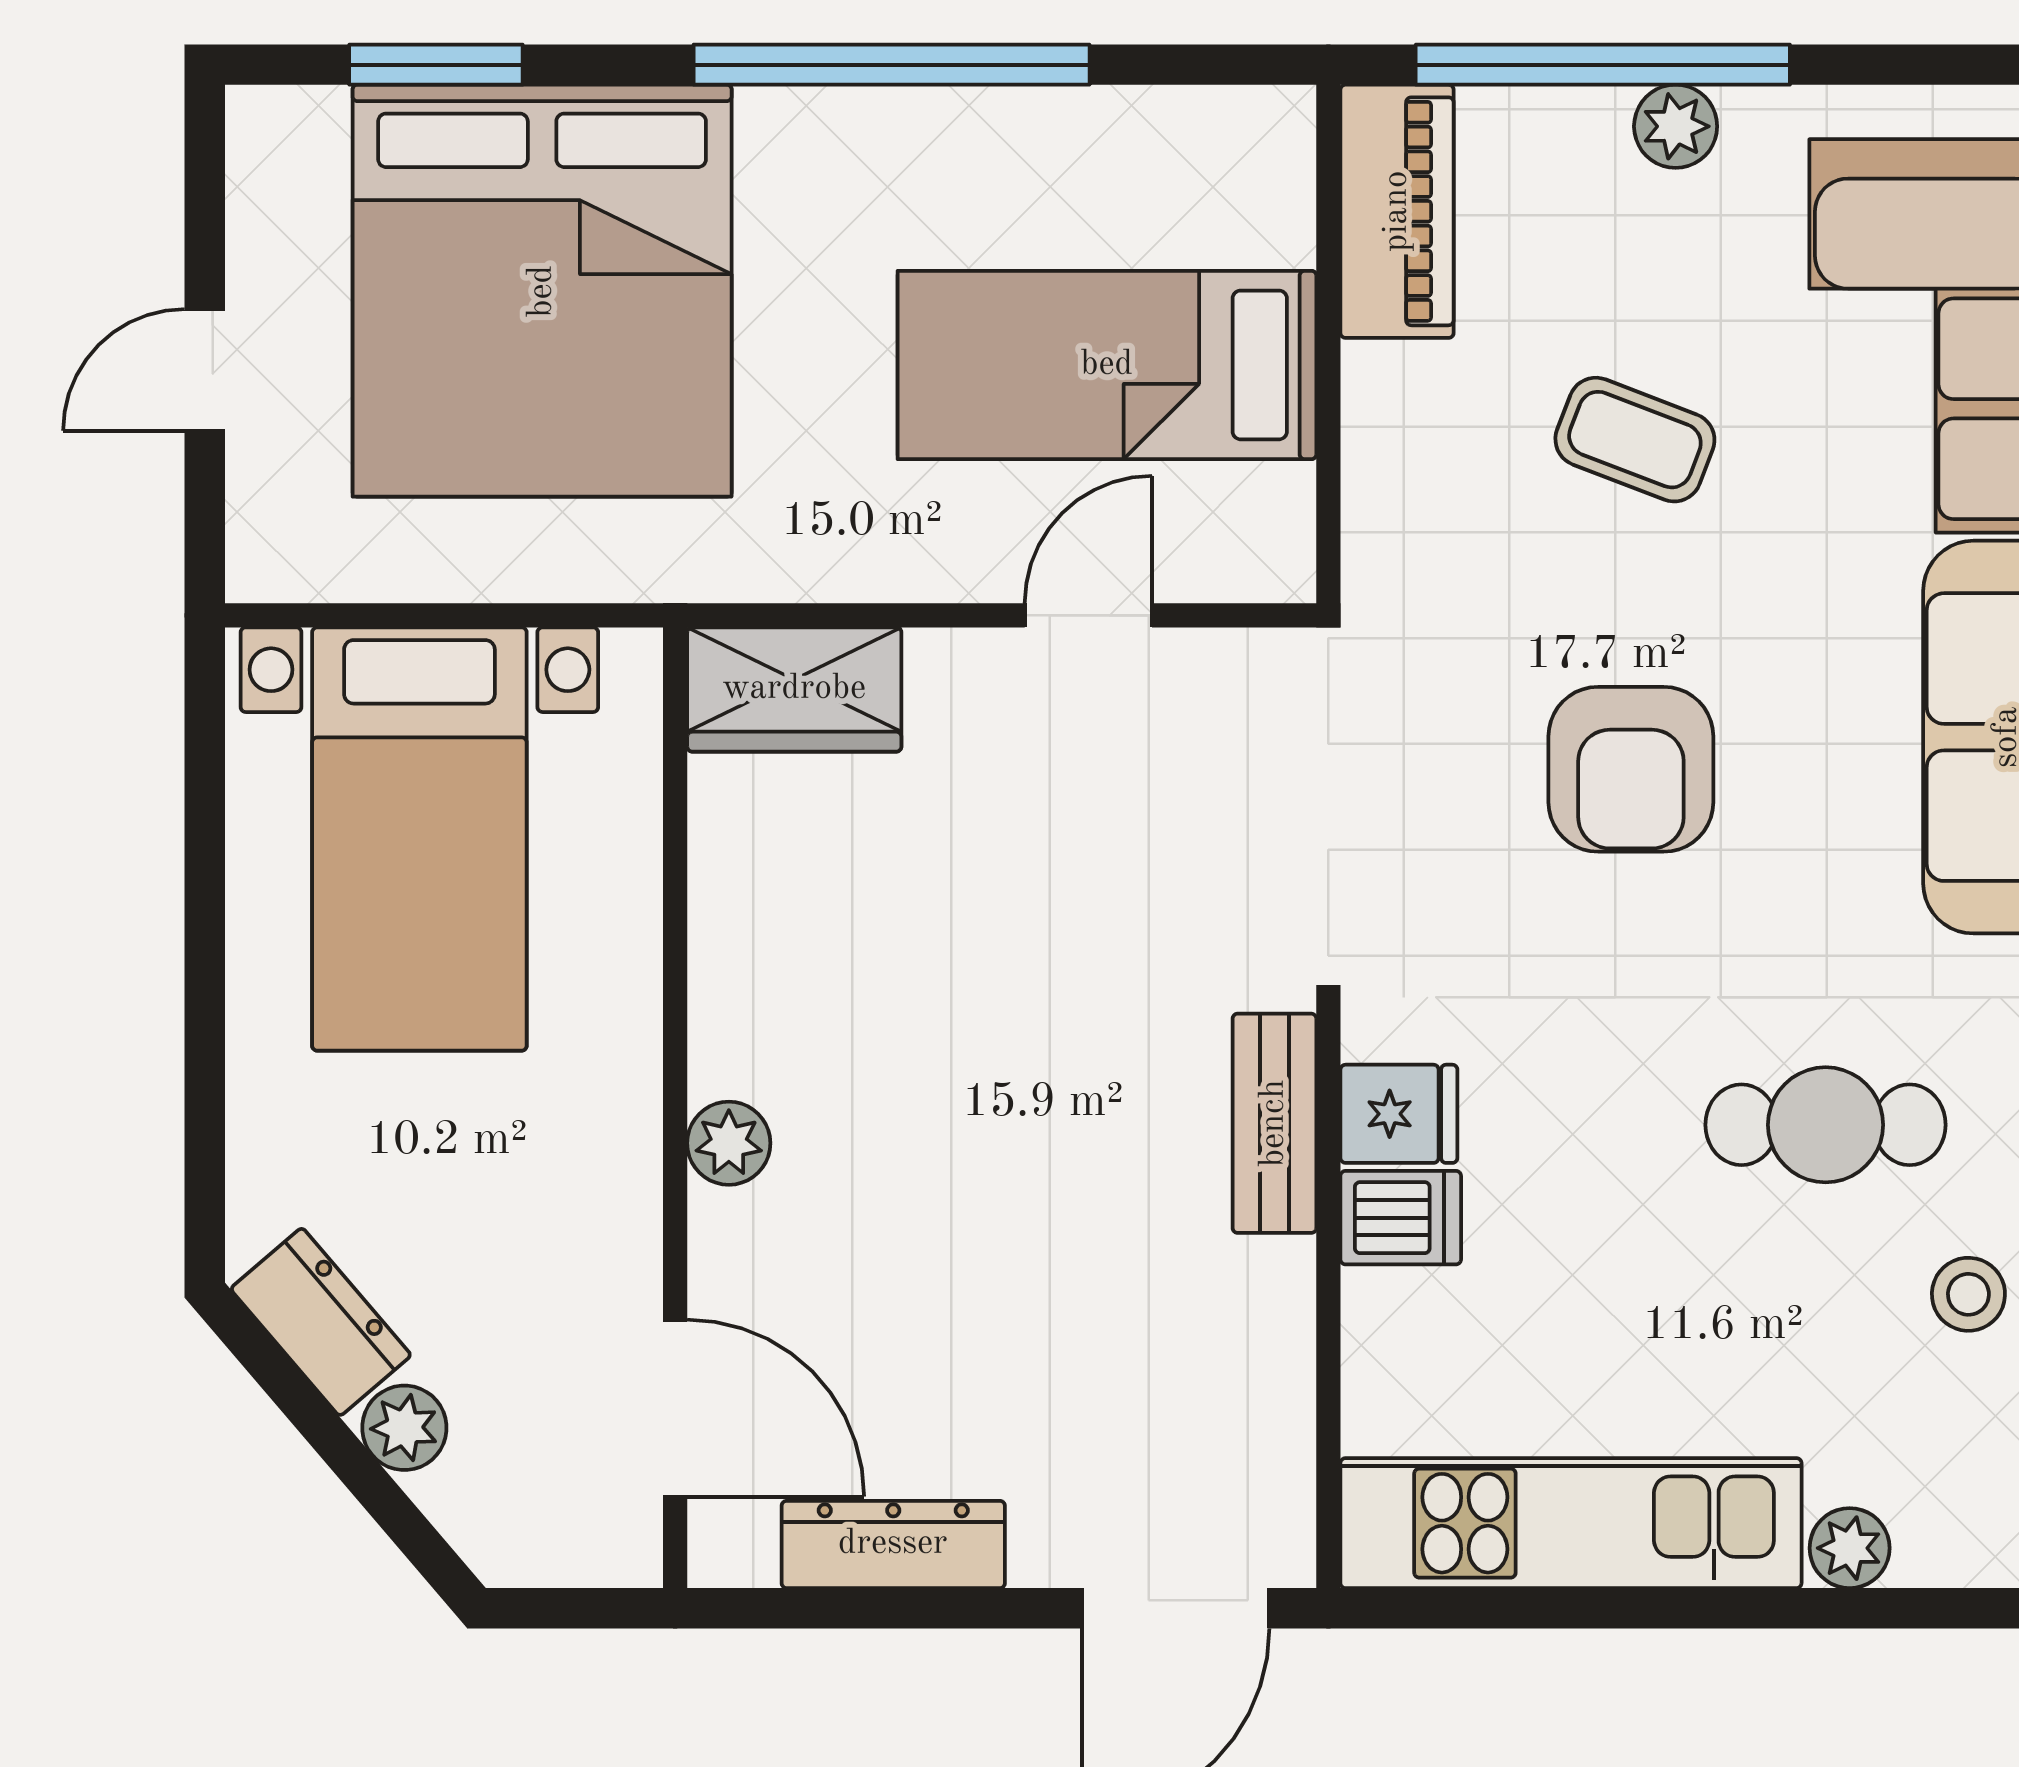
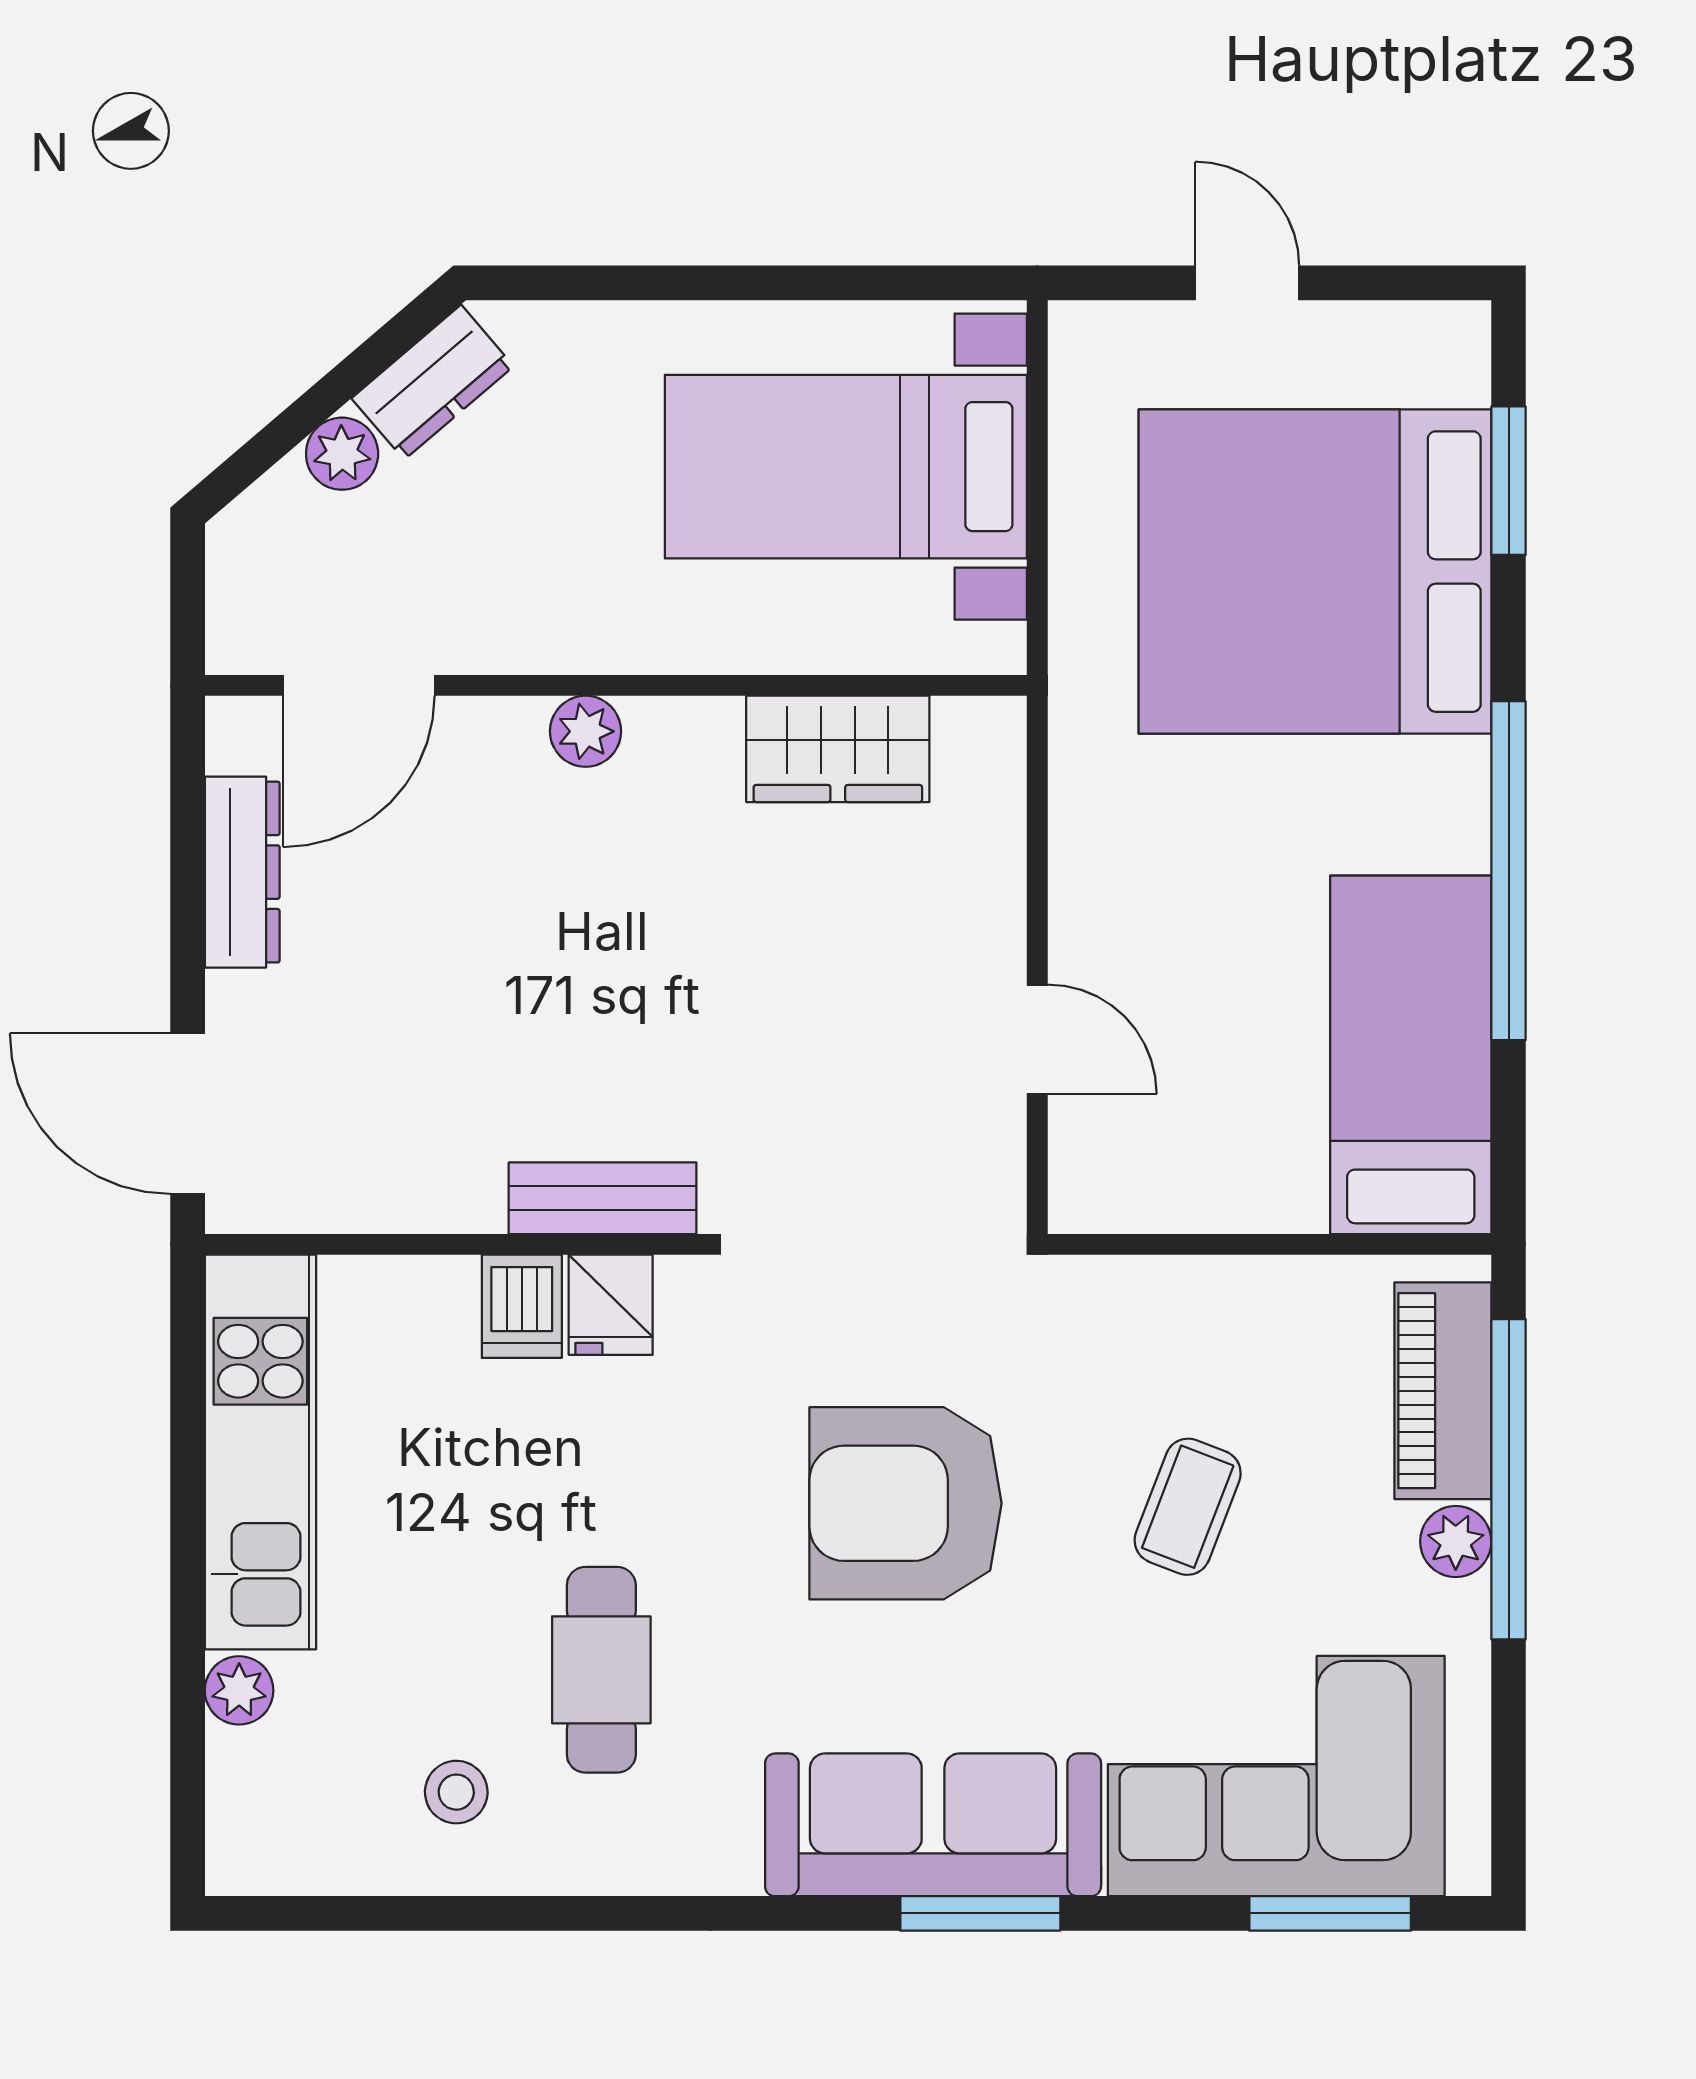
piano: (1397, 211) -> (1443, 1391), moved, turned 90
bed: (1107, 365) -> (1411, 1055), moved
wardrobe: (794, 689) -> (838, 749), moved, turned -90
armchair: (1631, 769) -> (906, 1503), width x1.36, depth x1.36

